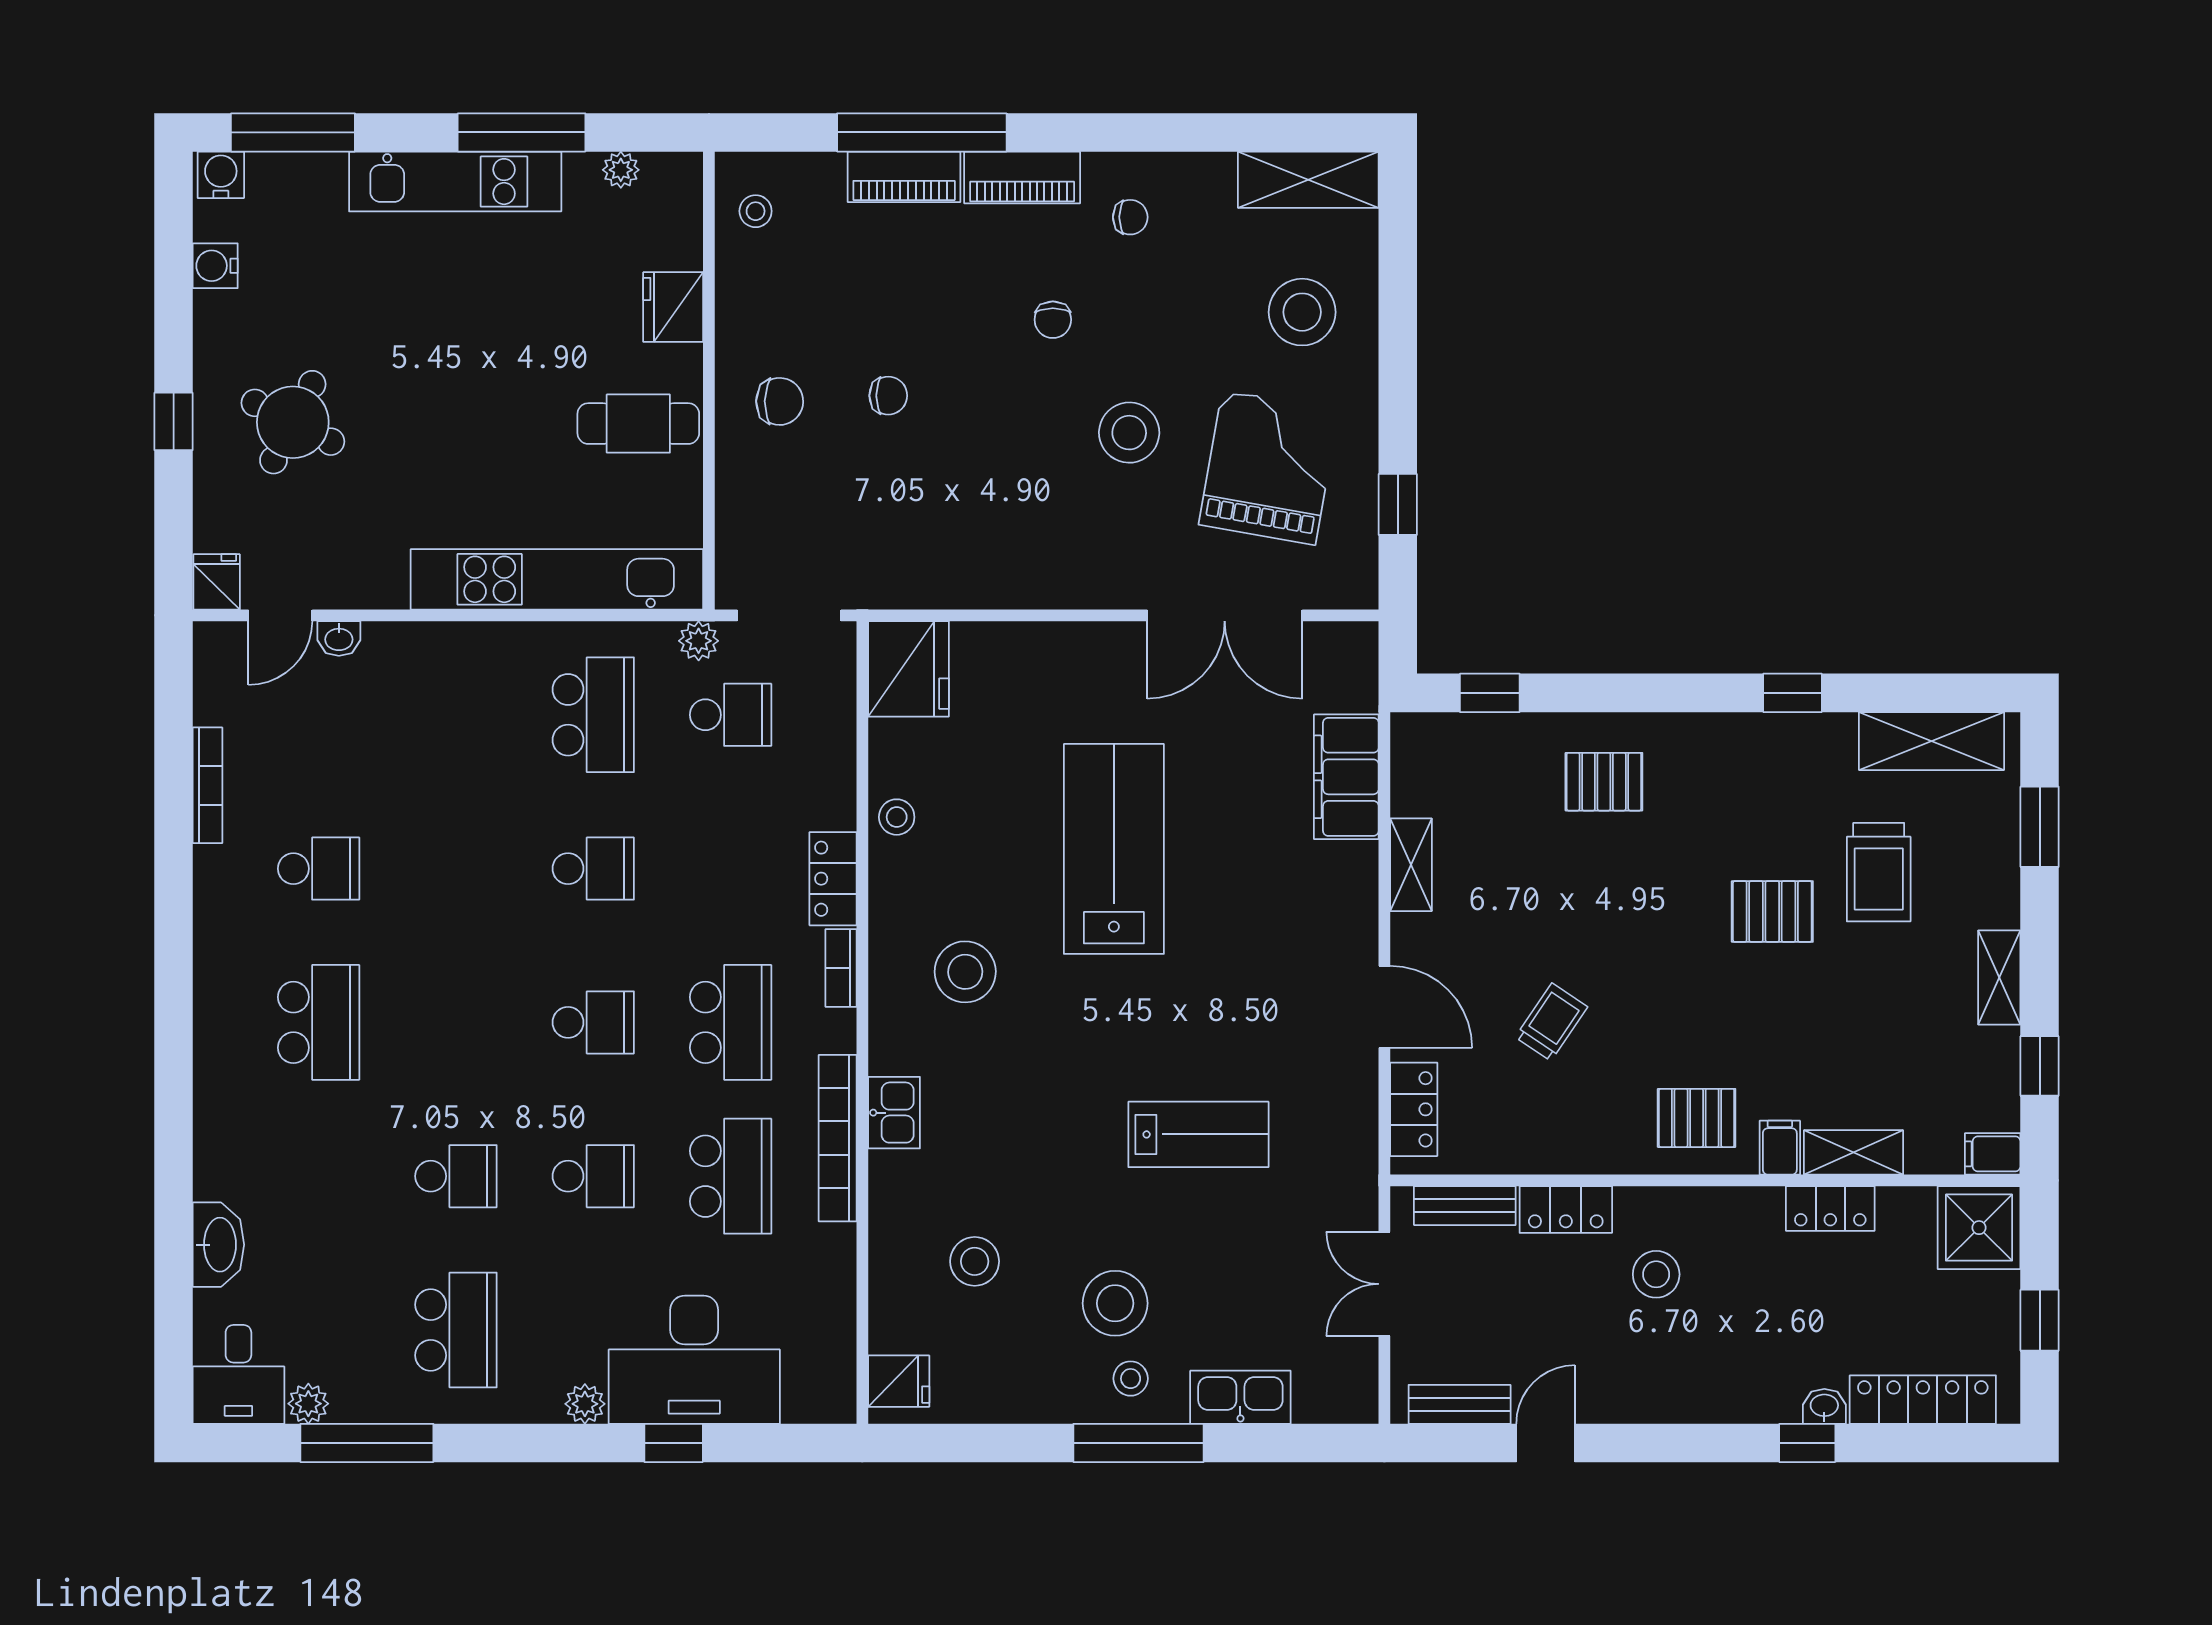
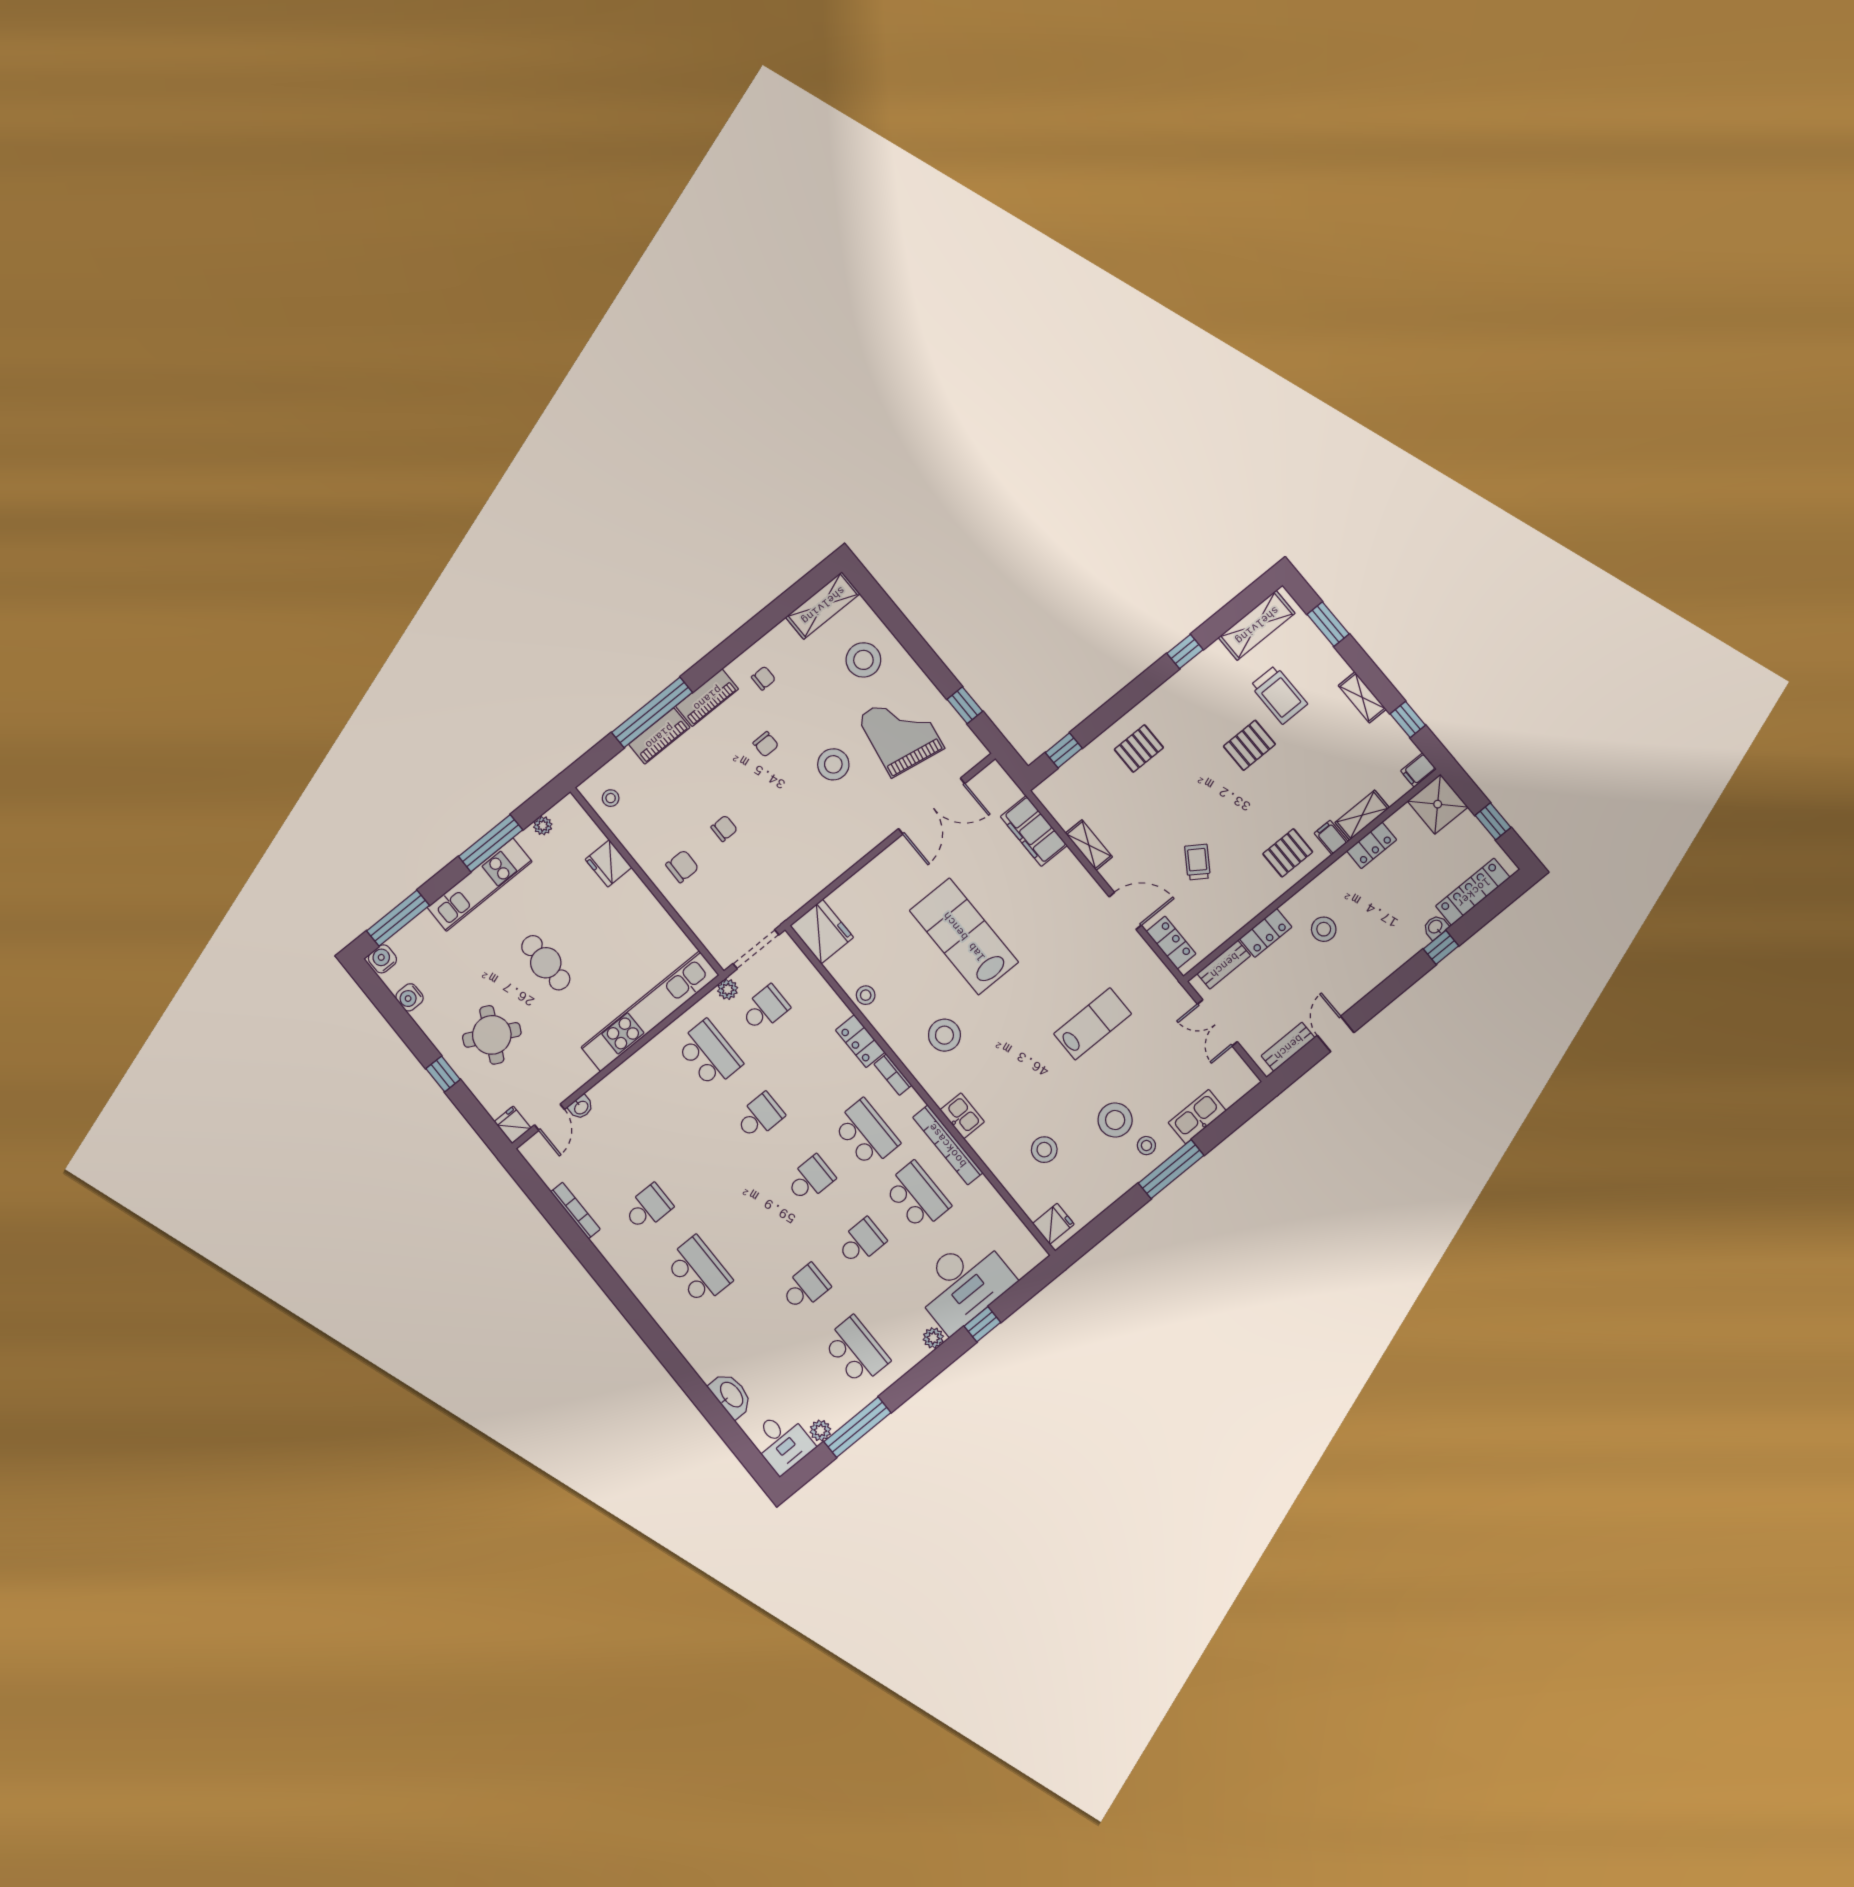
cafe table: (638, 424) -> (546, 963), moved, turned 90

